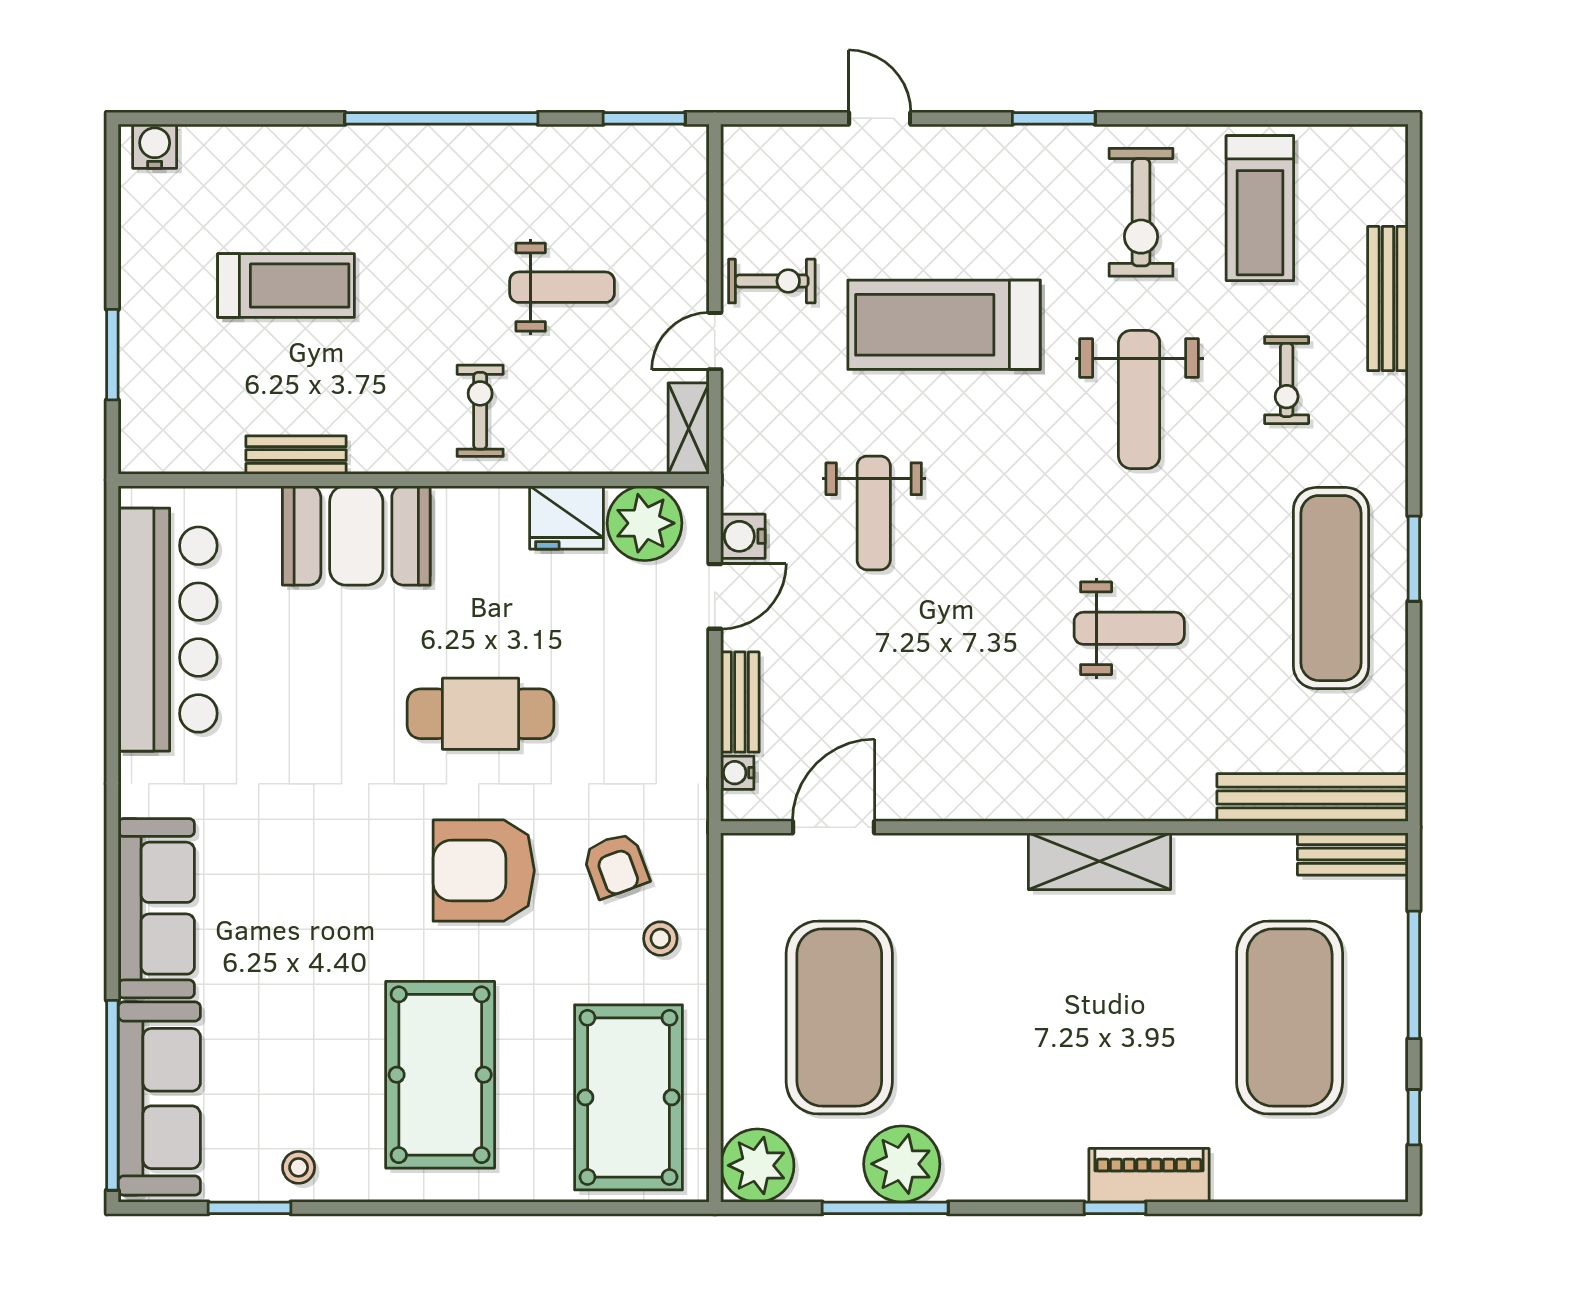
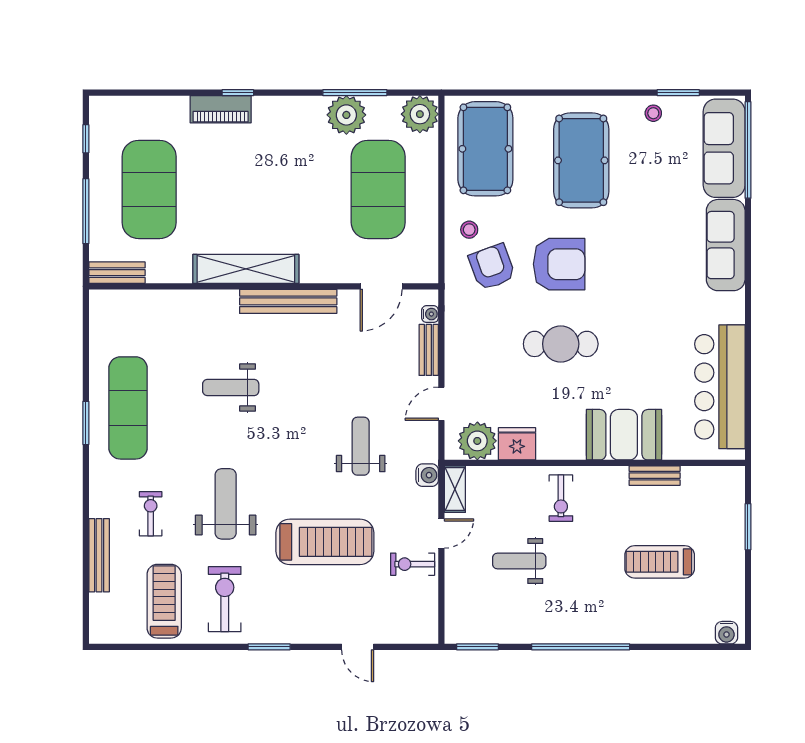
water cooler: (743, 536) -> (427, 475), moved
bench: (1313, 798) -> (288, 301), moved
shelving: (1099, 861) -> (246, 269), width x1.47
armchair: (616, 865) -> (492, 267), width x1.38, depth x1.38

